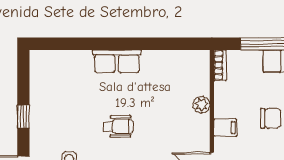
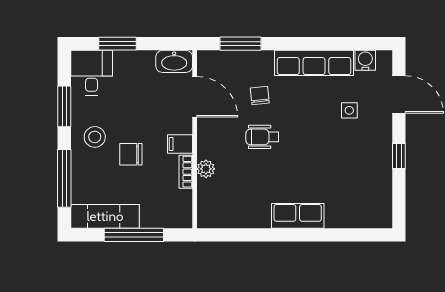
bookcase: (220, 65) -> (186, 172), moved
wheelchair: (118, 126) -> (262, 137), moved

